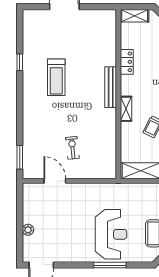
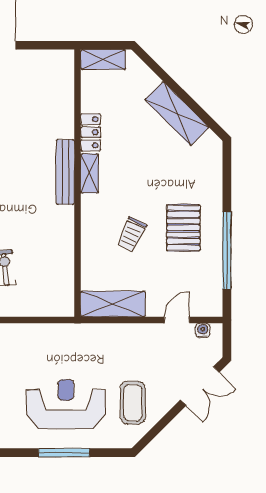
shelving: (126, 109) -> (90, 173), moved
reception desk: (111, 234) -> (66, 404), turned -90

